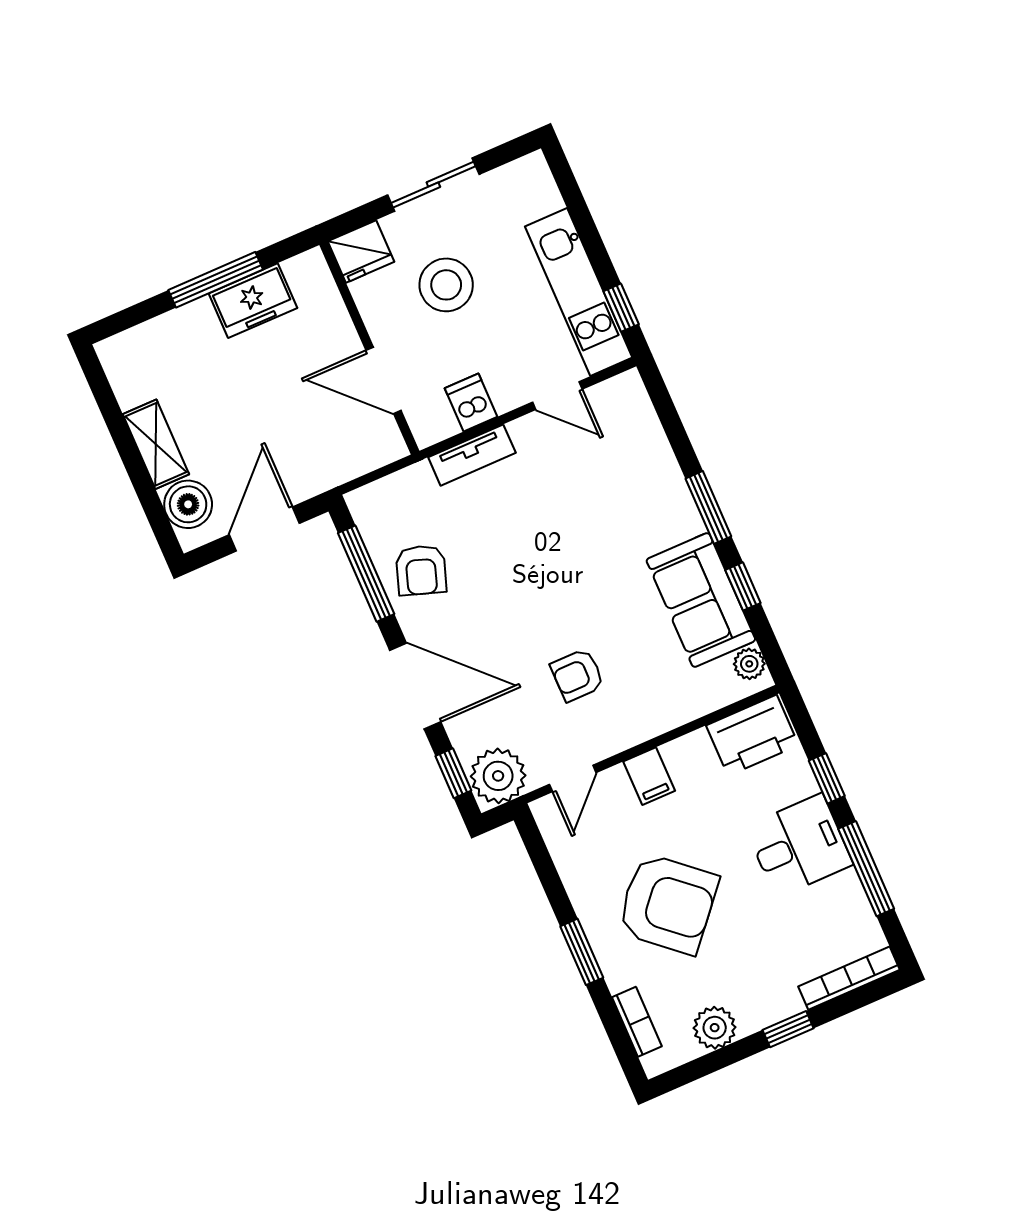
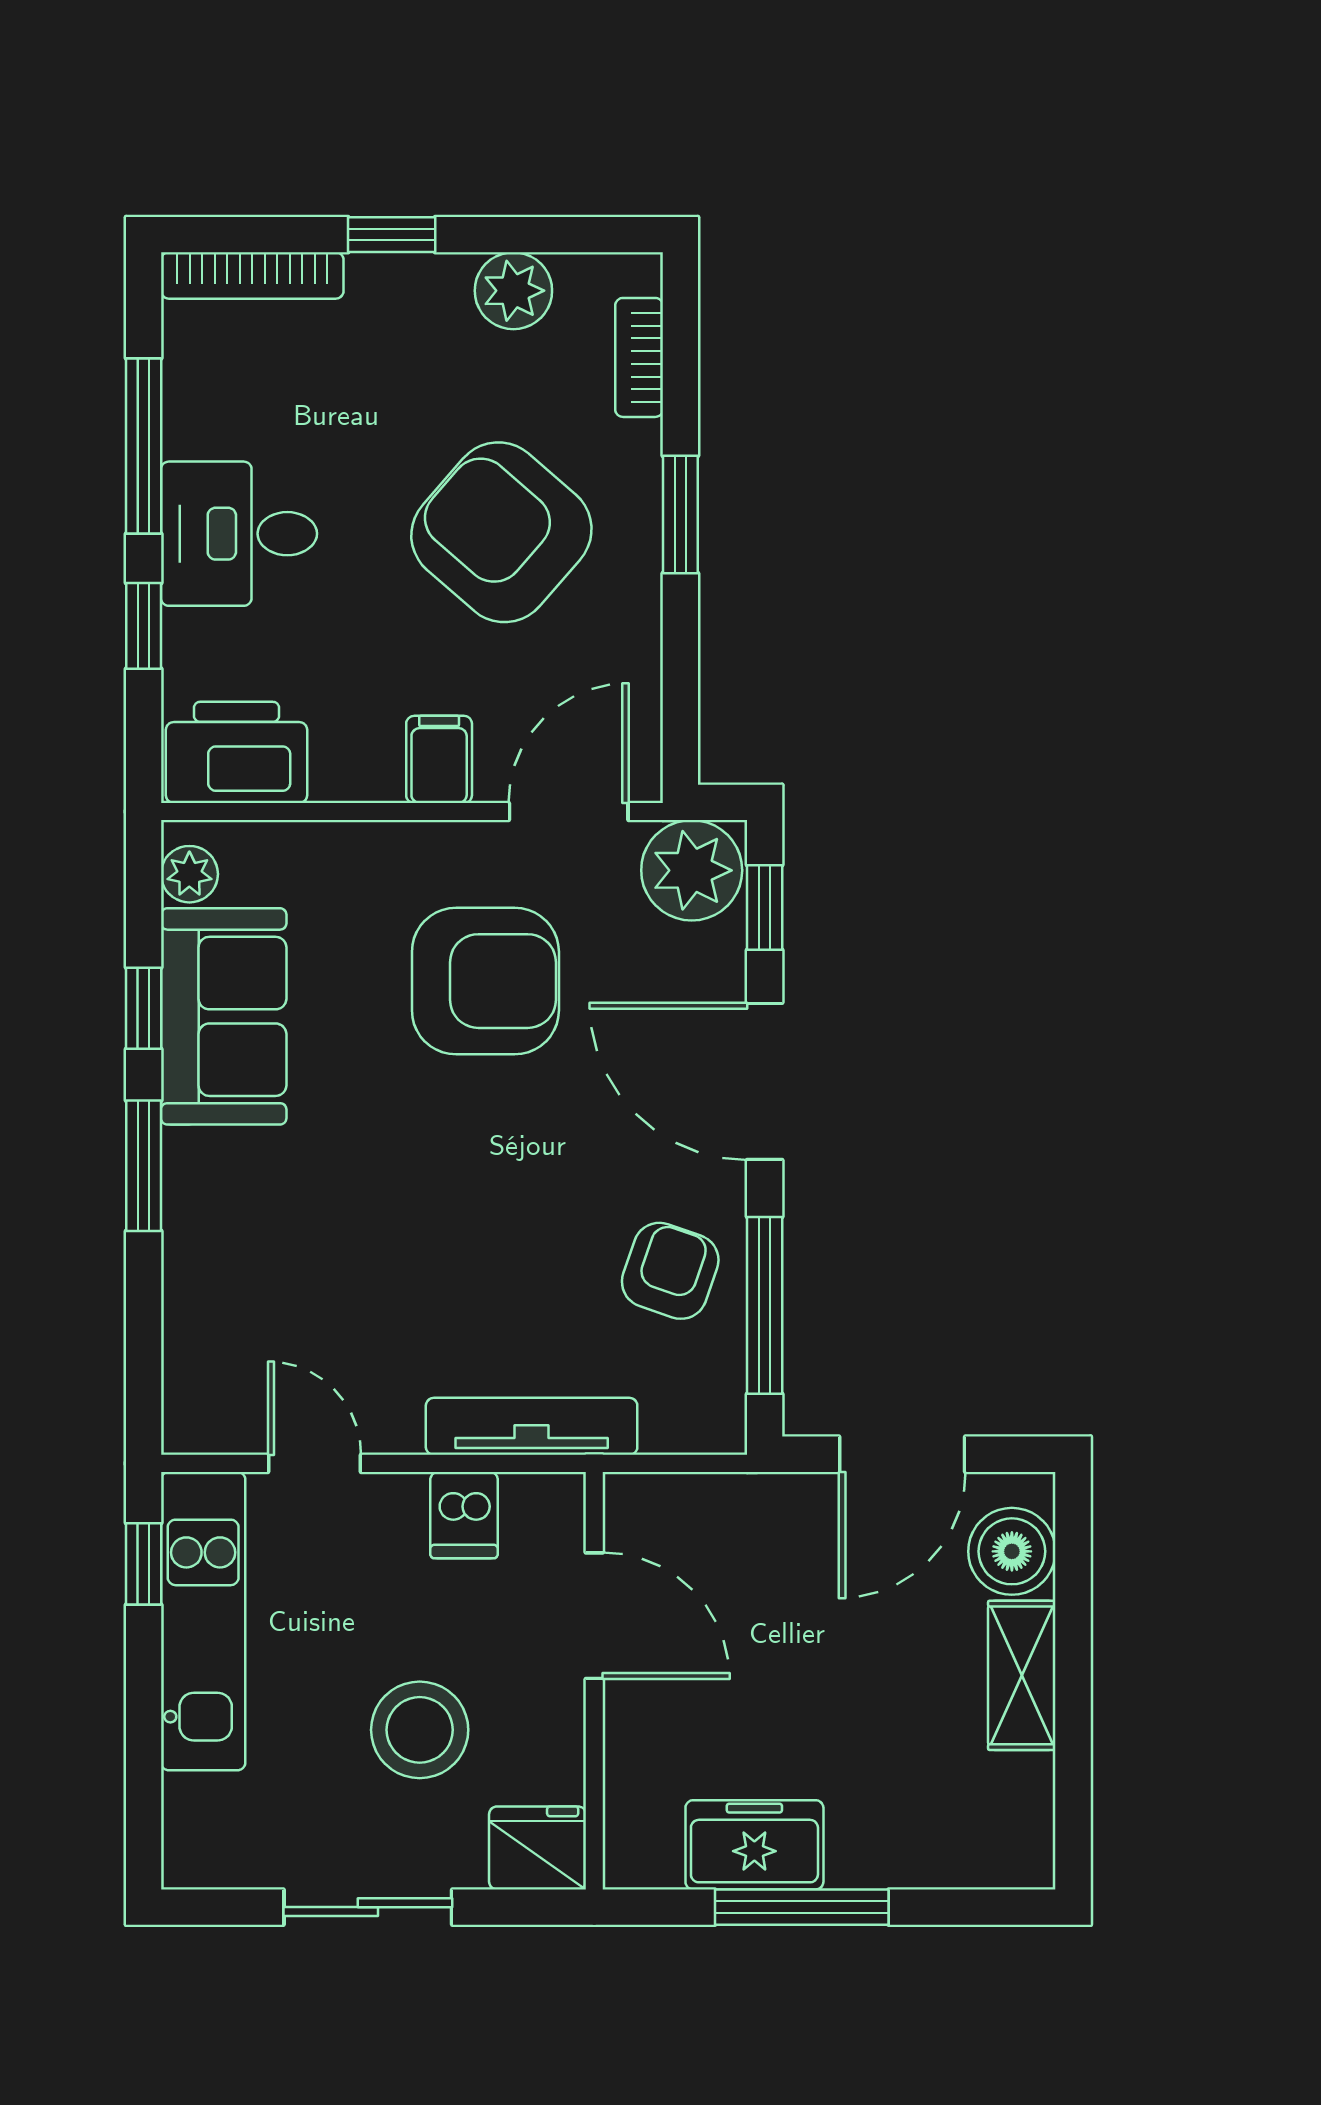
tv unit: (472, 455) -> (532, 1426), width x1.41
armchair: (577, 675) -> (485, 981), width x1.88, depth x1.88
door: (573, 778) -> (569, 811), width x1.38

